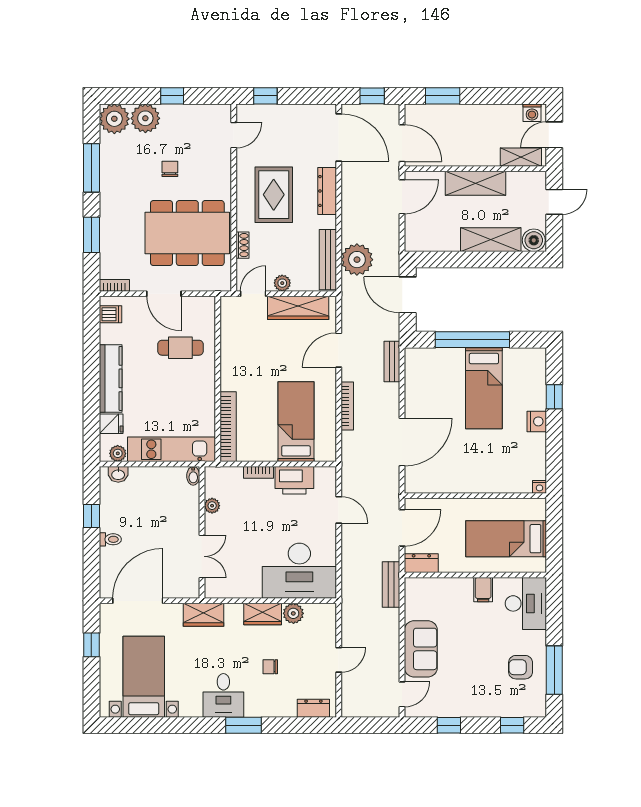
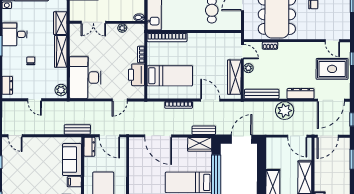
rug: (274, 195) -> (332, 69), moved
plant: (357, 260) -> (285, 111), moved
wardrobe: (417, 369) -> (200, 144), added
plant: (293, 613) -> (61, 90), moved
wardrobe: (263, 614) -> (61, 51), width x1.50
sofa: (421, 649) -> (72, 160), moved, turned 90

